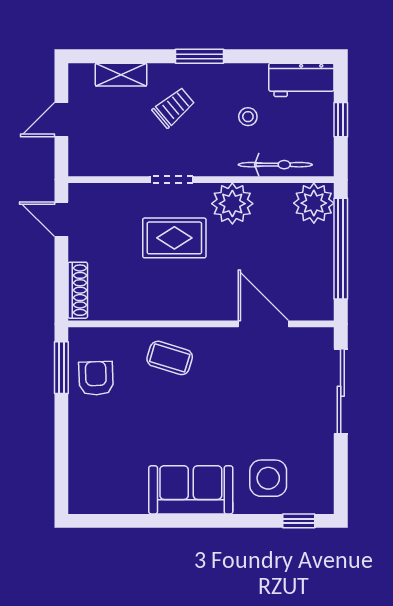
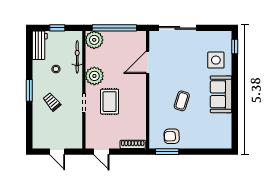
shelving: (121, 75) -> (37, 125), removed
door: (61, 219) -> (101, 152), hinge flipped
coffee table: (170, 358) -> (182, 101), moved

